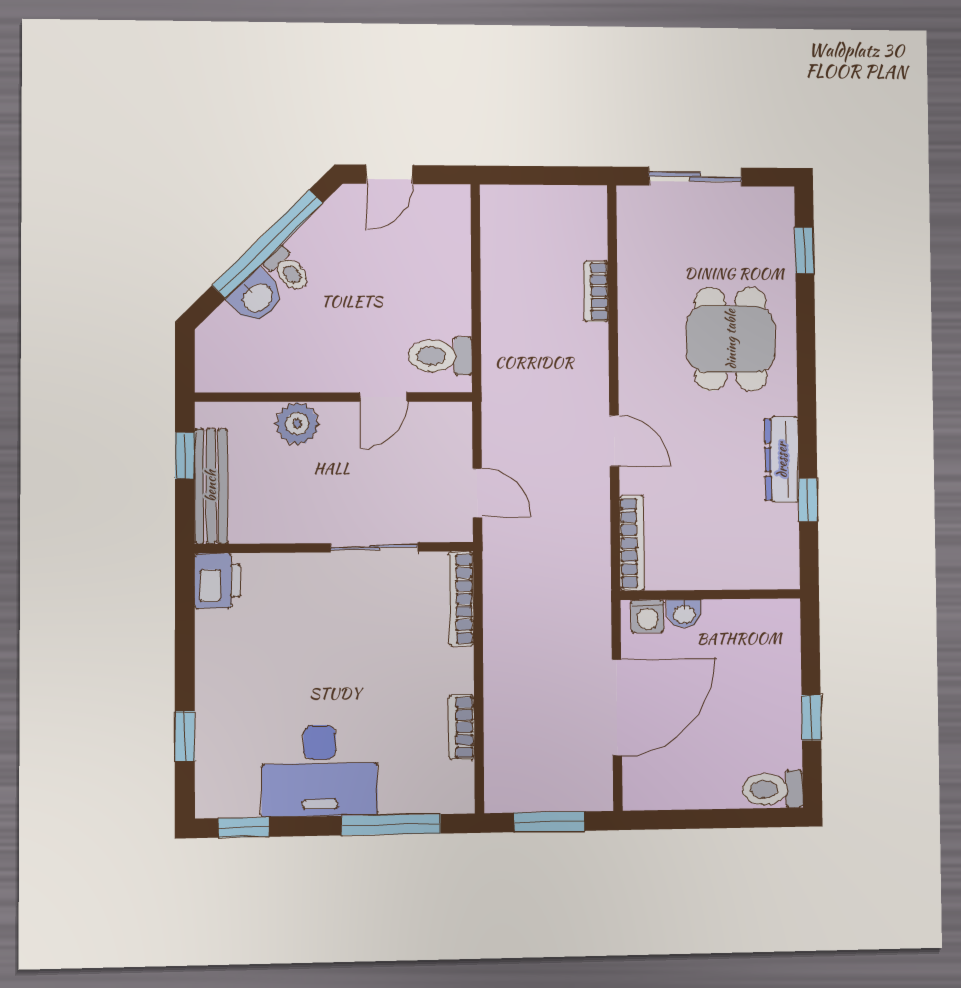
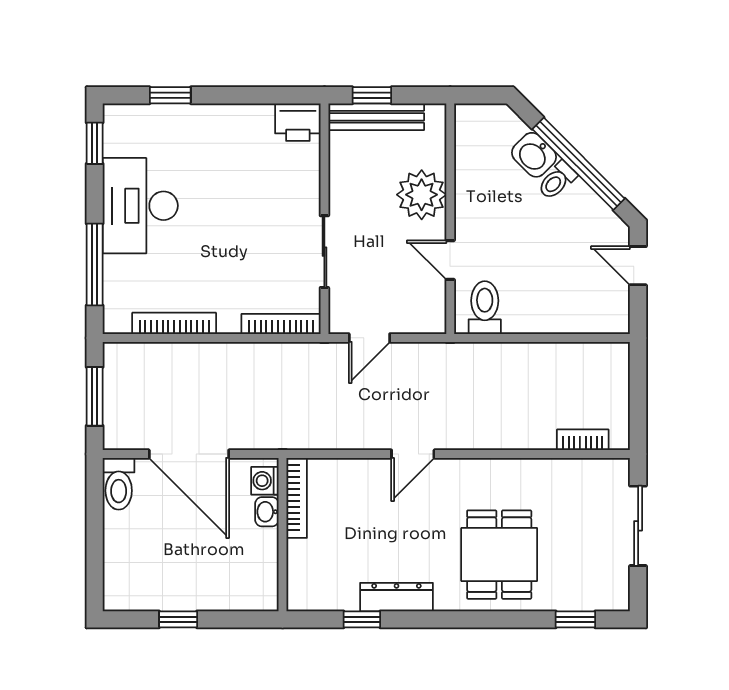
bookcase: (596, 291) -> (583, 440), moved
dining table: (731, 339) -> (499, 555), turned 90
plant: (297, 424) -> (422, 195), width x1.36, depth x1.36
window: (185, 456) -> (372, 95), moved
bookcase: (632, 543) -> (297, 498), moved, turned -90
bookcase: (461, 727) -> (174, 323), width x1.56
toilet: (773, 789) -> (119, 484), moved, turned 180

